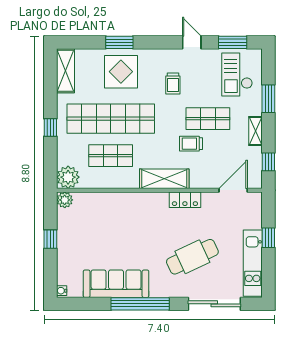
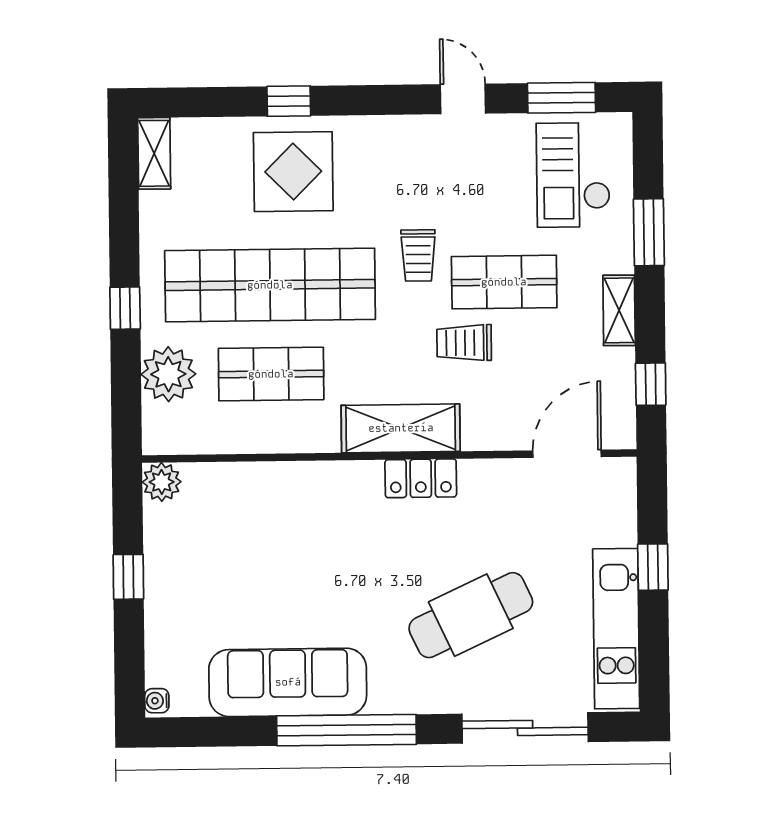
window: (119, 42) -> (289, 101), width x0.67
shelving: (65, 71) -> (154, 153), width x0.67, depth x0.75
trolley: (173, 84) -> (418, 255), moved
plant: (68, 177) -> (168, 374), moved
locker: (185, 200) -> (421, 478), moved

